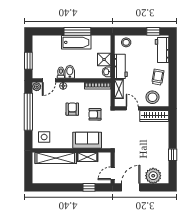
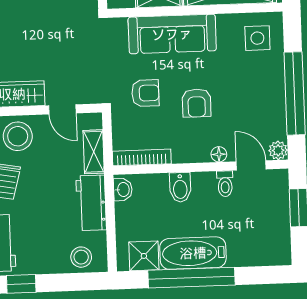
window: (77, 31) -> (191, 278), width x1.46
shower: (104, 60) -> (144, 256), moved
bidet: (70, 72) -> (180, 187), moved
door: (49, 80) -> (251, 165), hinge flipped
sofa: (87, 140) -> (172, 34), width x1.36

